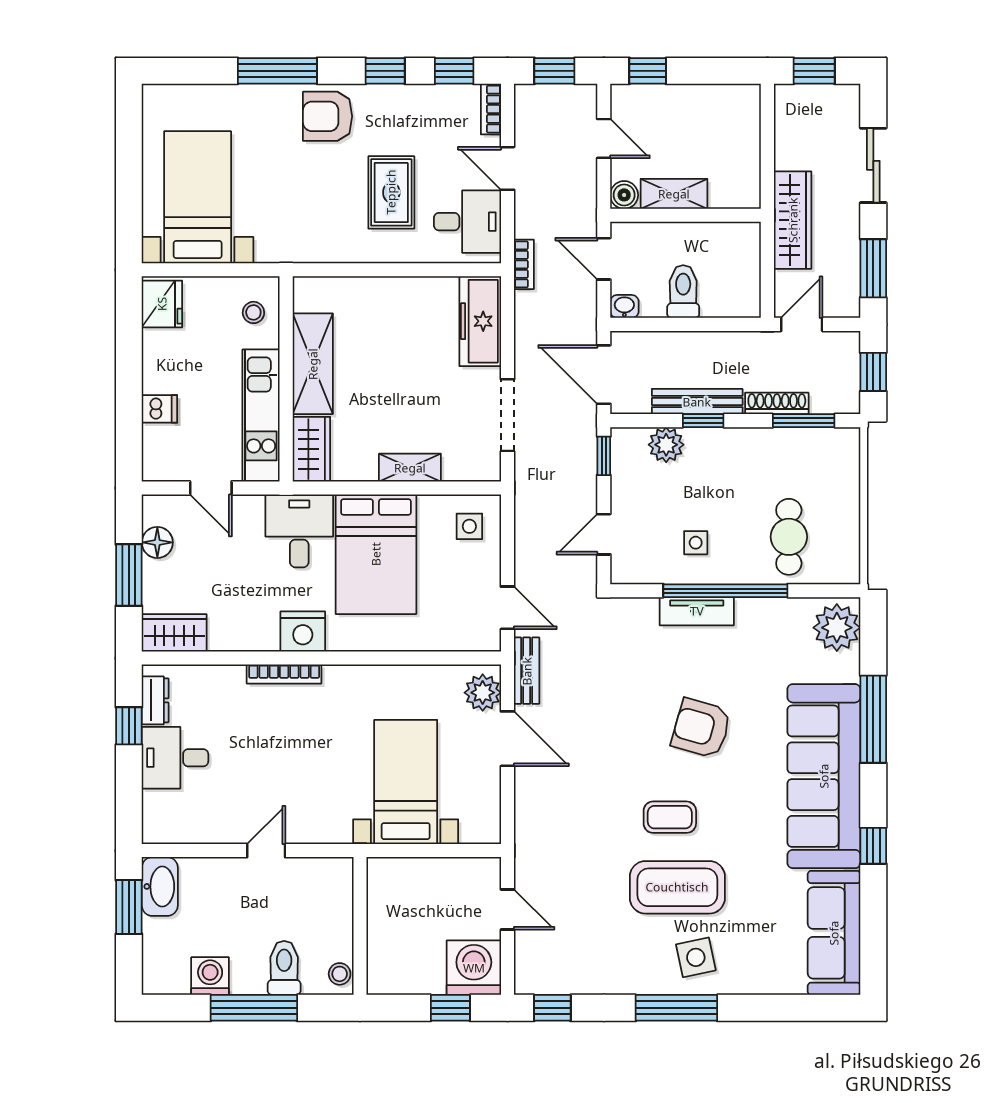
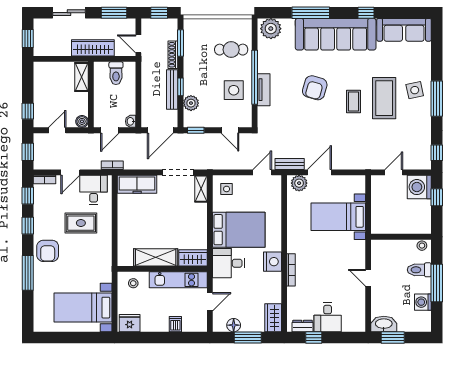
shelving: (674, 194) -> (81, 77), moved
toilet: (683, 292) -> (116, 73), moved, turned -90
shelving: (410, 468) -> (201, 189), moved
side table: (696, 543) -> (234, 90), width x1.87, depth x1.87

